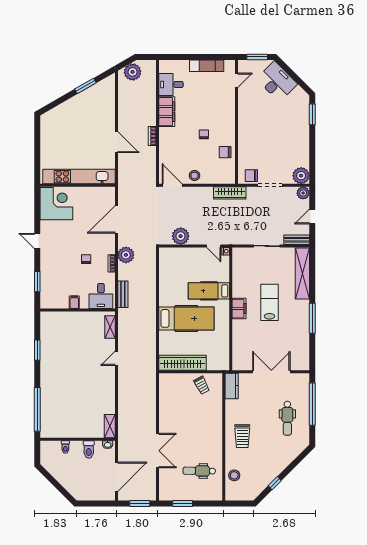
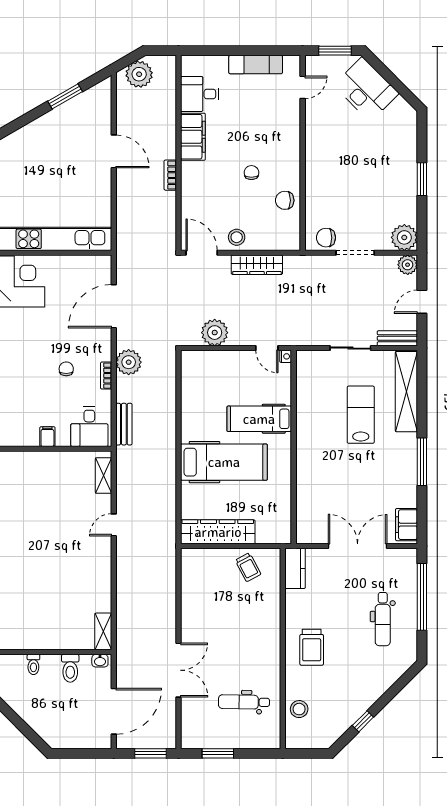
window: (312, 114) -> (422, 179), moved
door: (116, 142) -> (114, 151), moved
wardrobe: (230, 193) -> (257, 265), moved
lab bench: (269, 302) -> (361, 415), moved
filing cabinet: (239, 309) -> (407, 525), moved, turned 180

